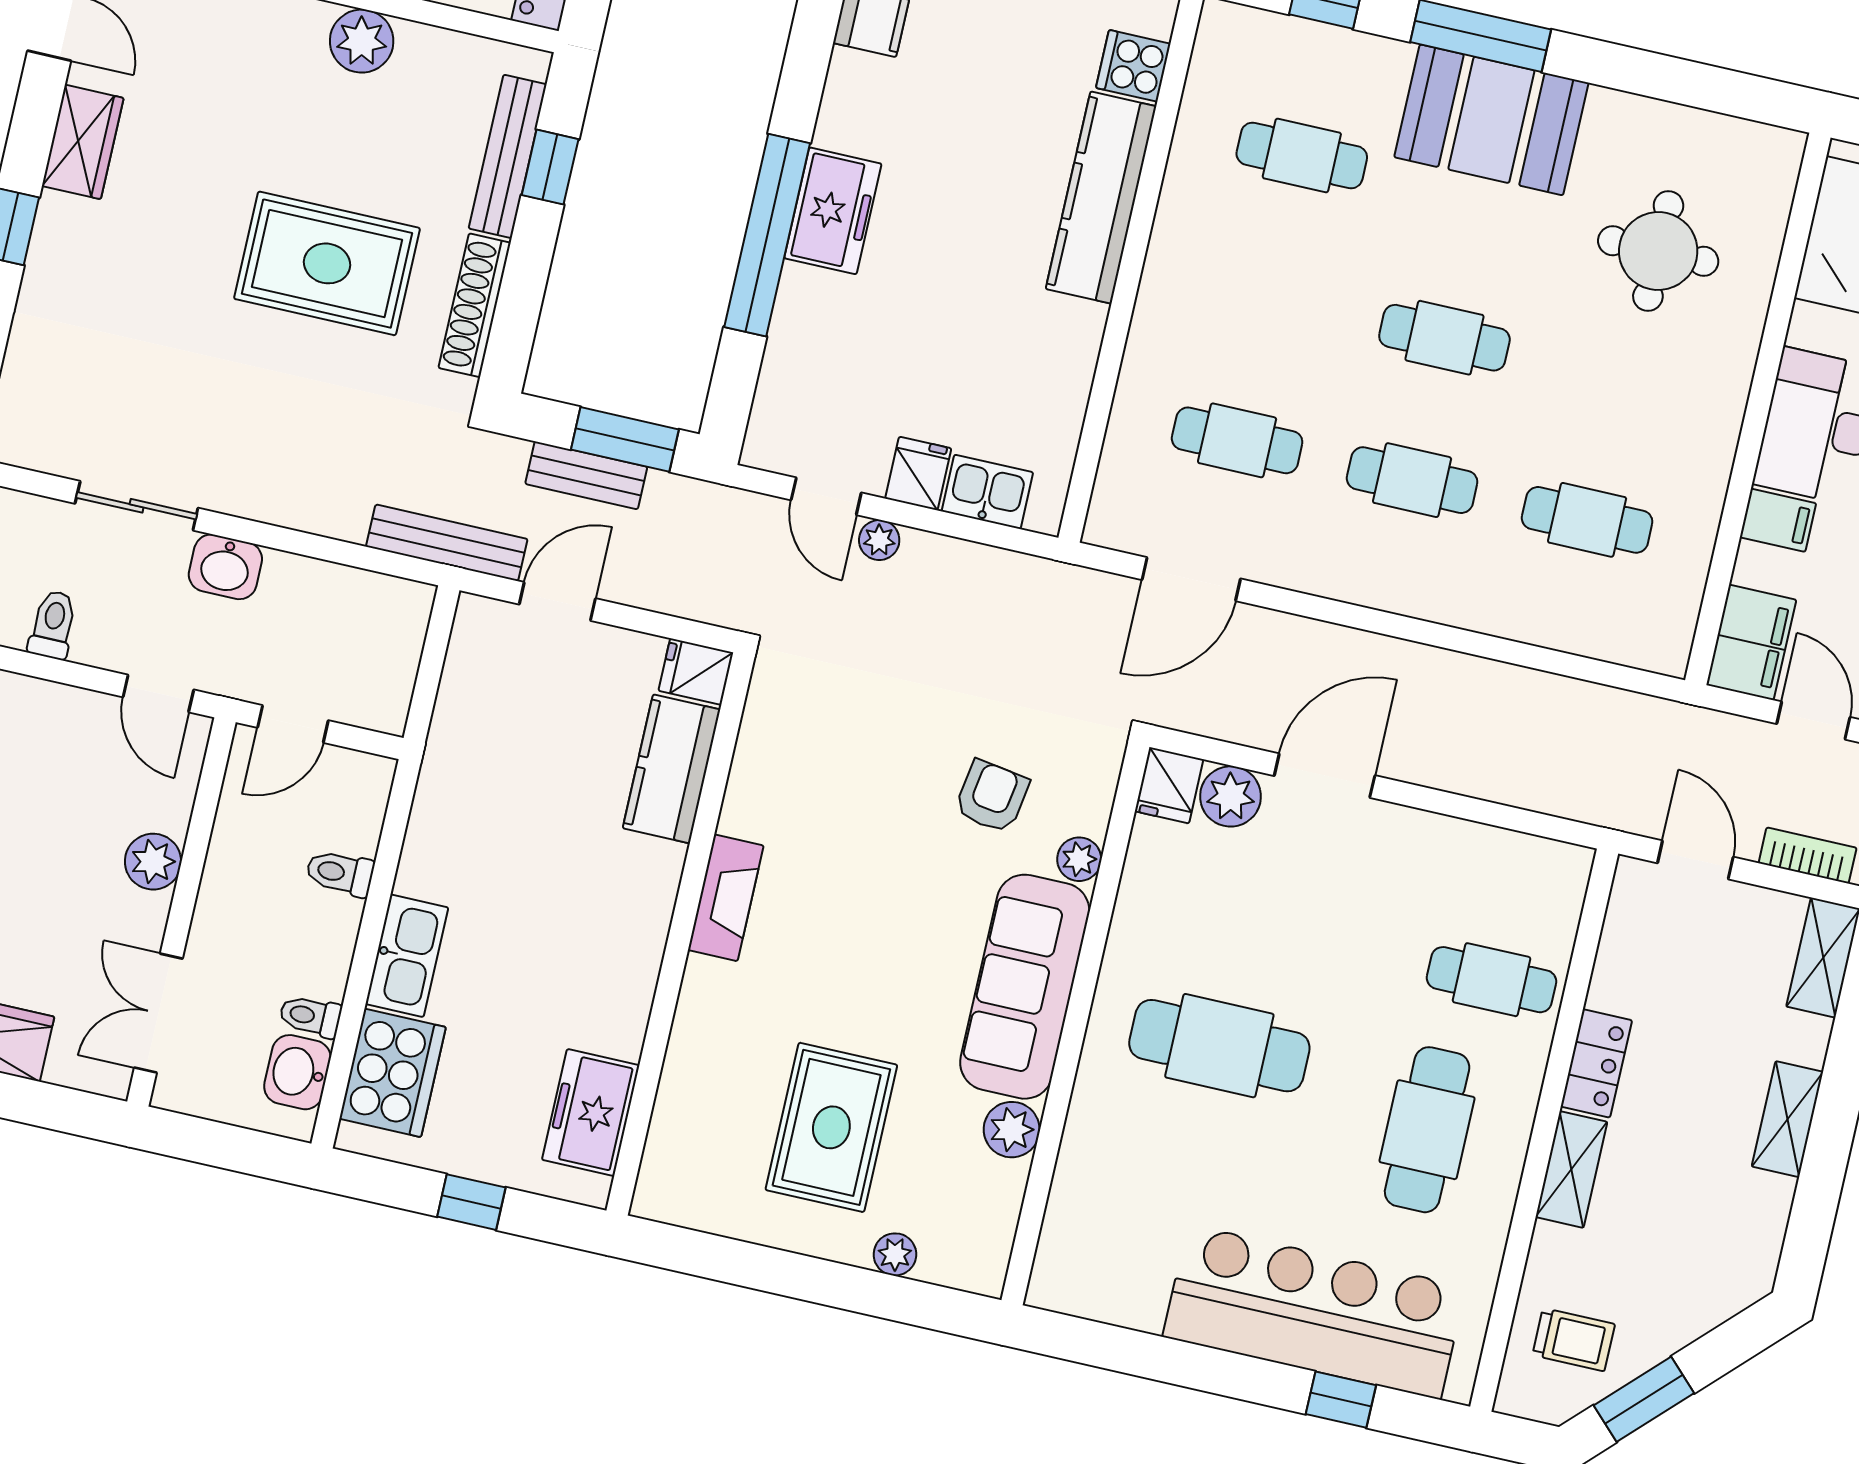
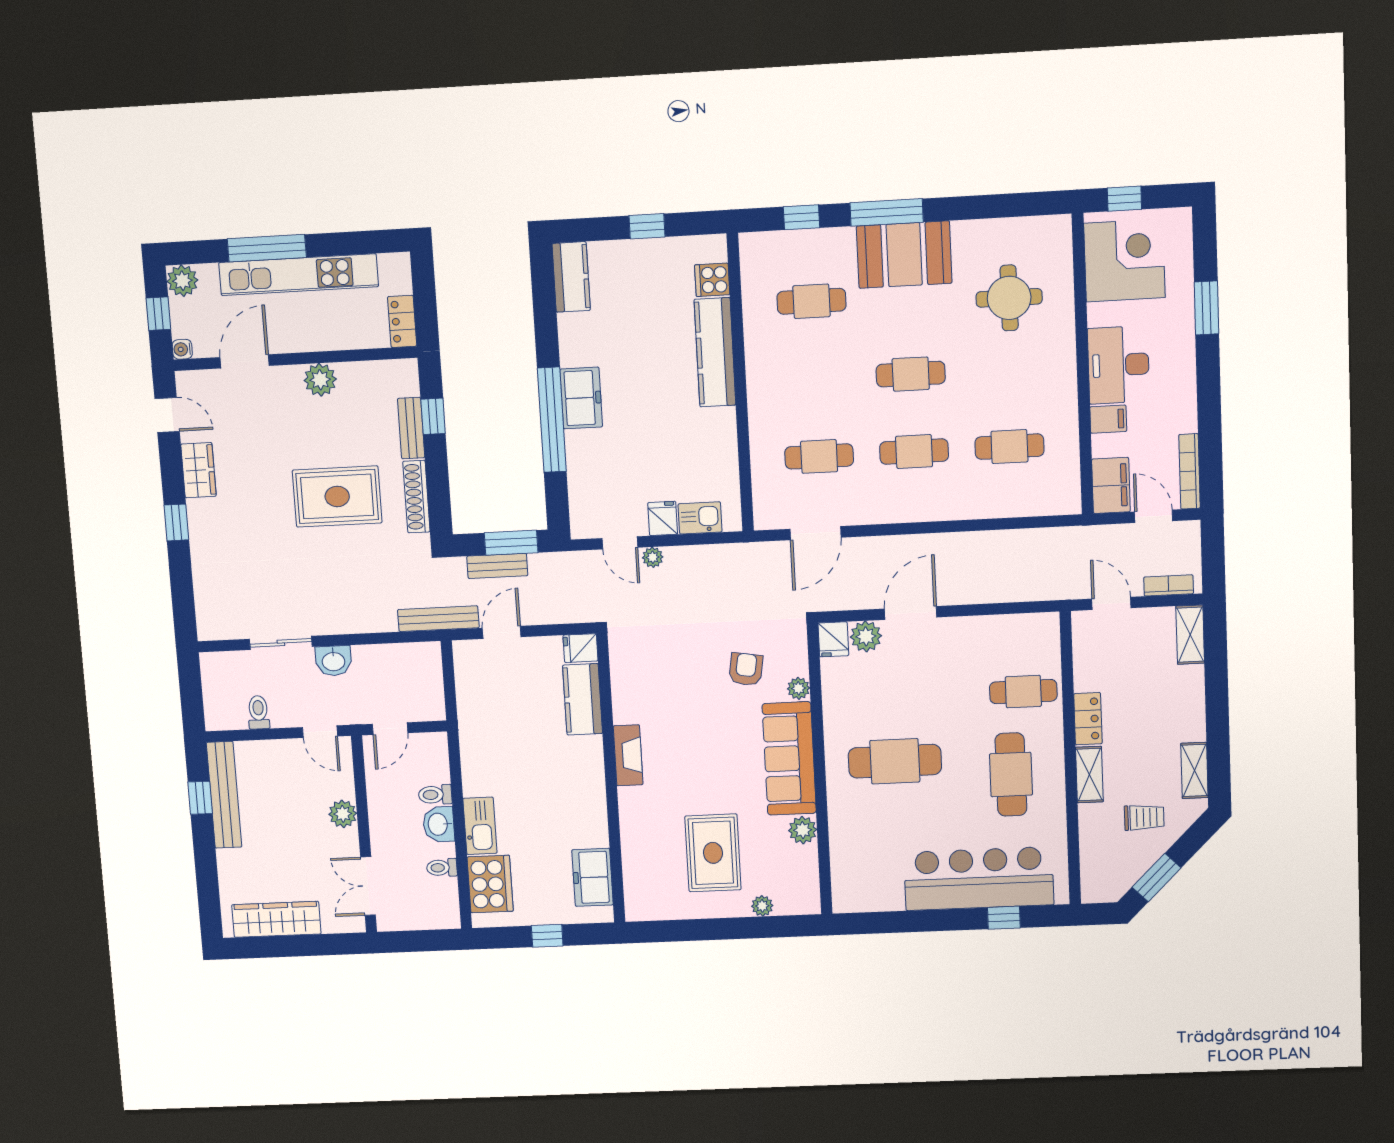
bench: (508, 156) -> (411, 428), width x0.73
washbasin: (297, 1072) -> (439, 824), moved
shelving: (1787, 1119) -> (1194, 770), moved
trolley: (1574, 1340) -> (1144, 817), moved

